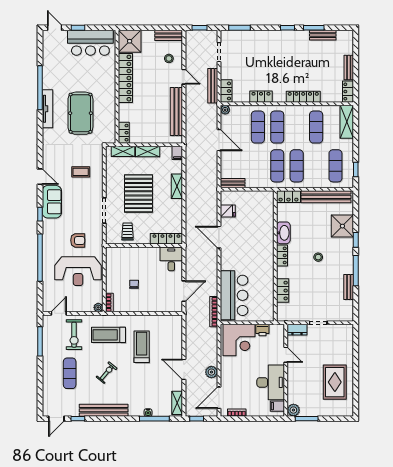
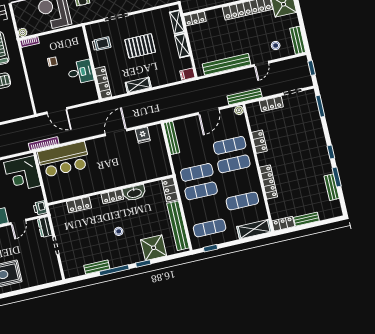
bench: (213, 86) -> (245, 97), moved
locker: (226, 91) -> (271, 104), moved
bench: (233, 183) -> (172, 138), width x1.36
shelving: (177, 186) -> (138, 85), moved
pallet: (138, 193) -> (140, 46), width x0.73, depth x0.71
desk: (171, 259) -> (80, 72), moved
printer: (262, 330) -> (40, 208), moved

